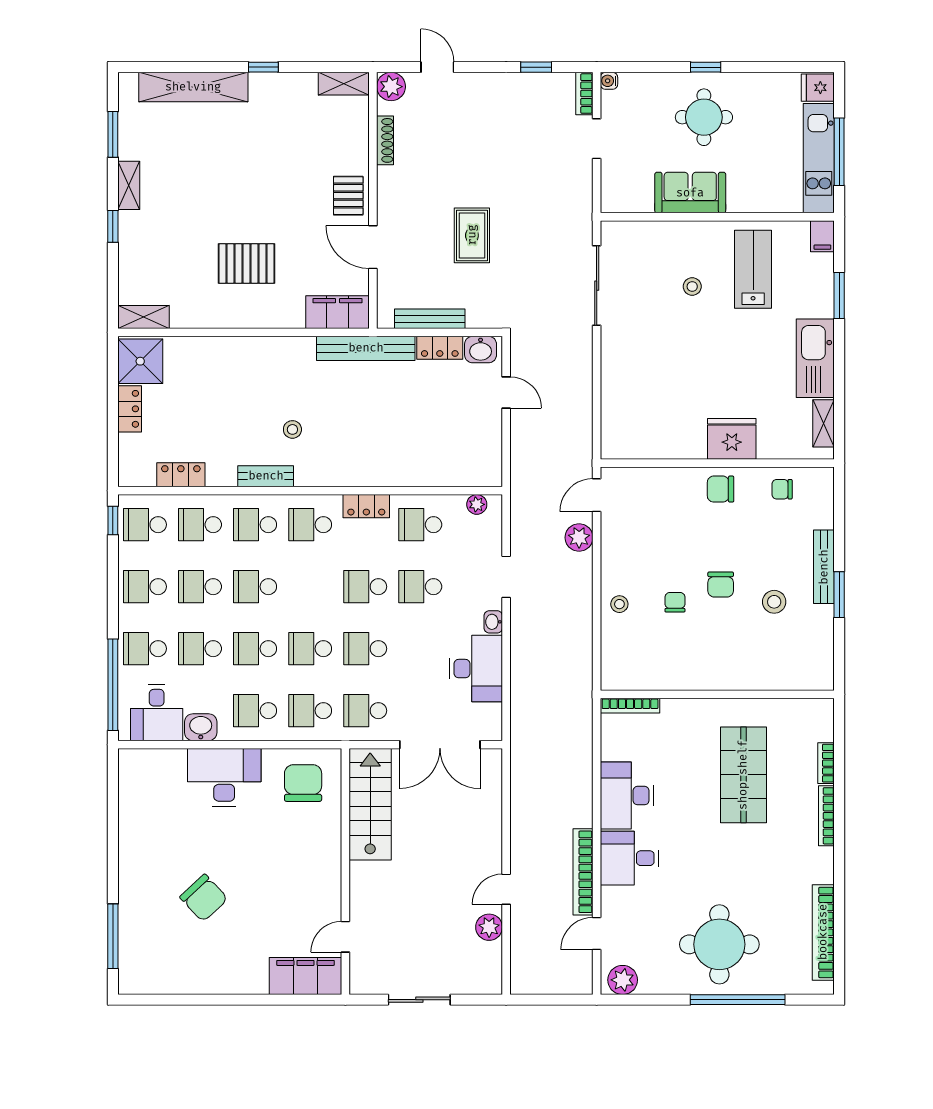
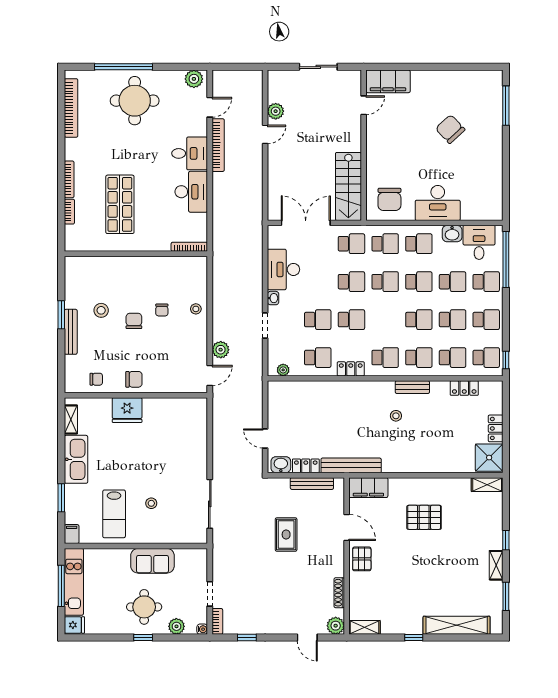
plant: (651, 85) -> (176, 626), added

